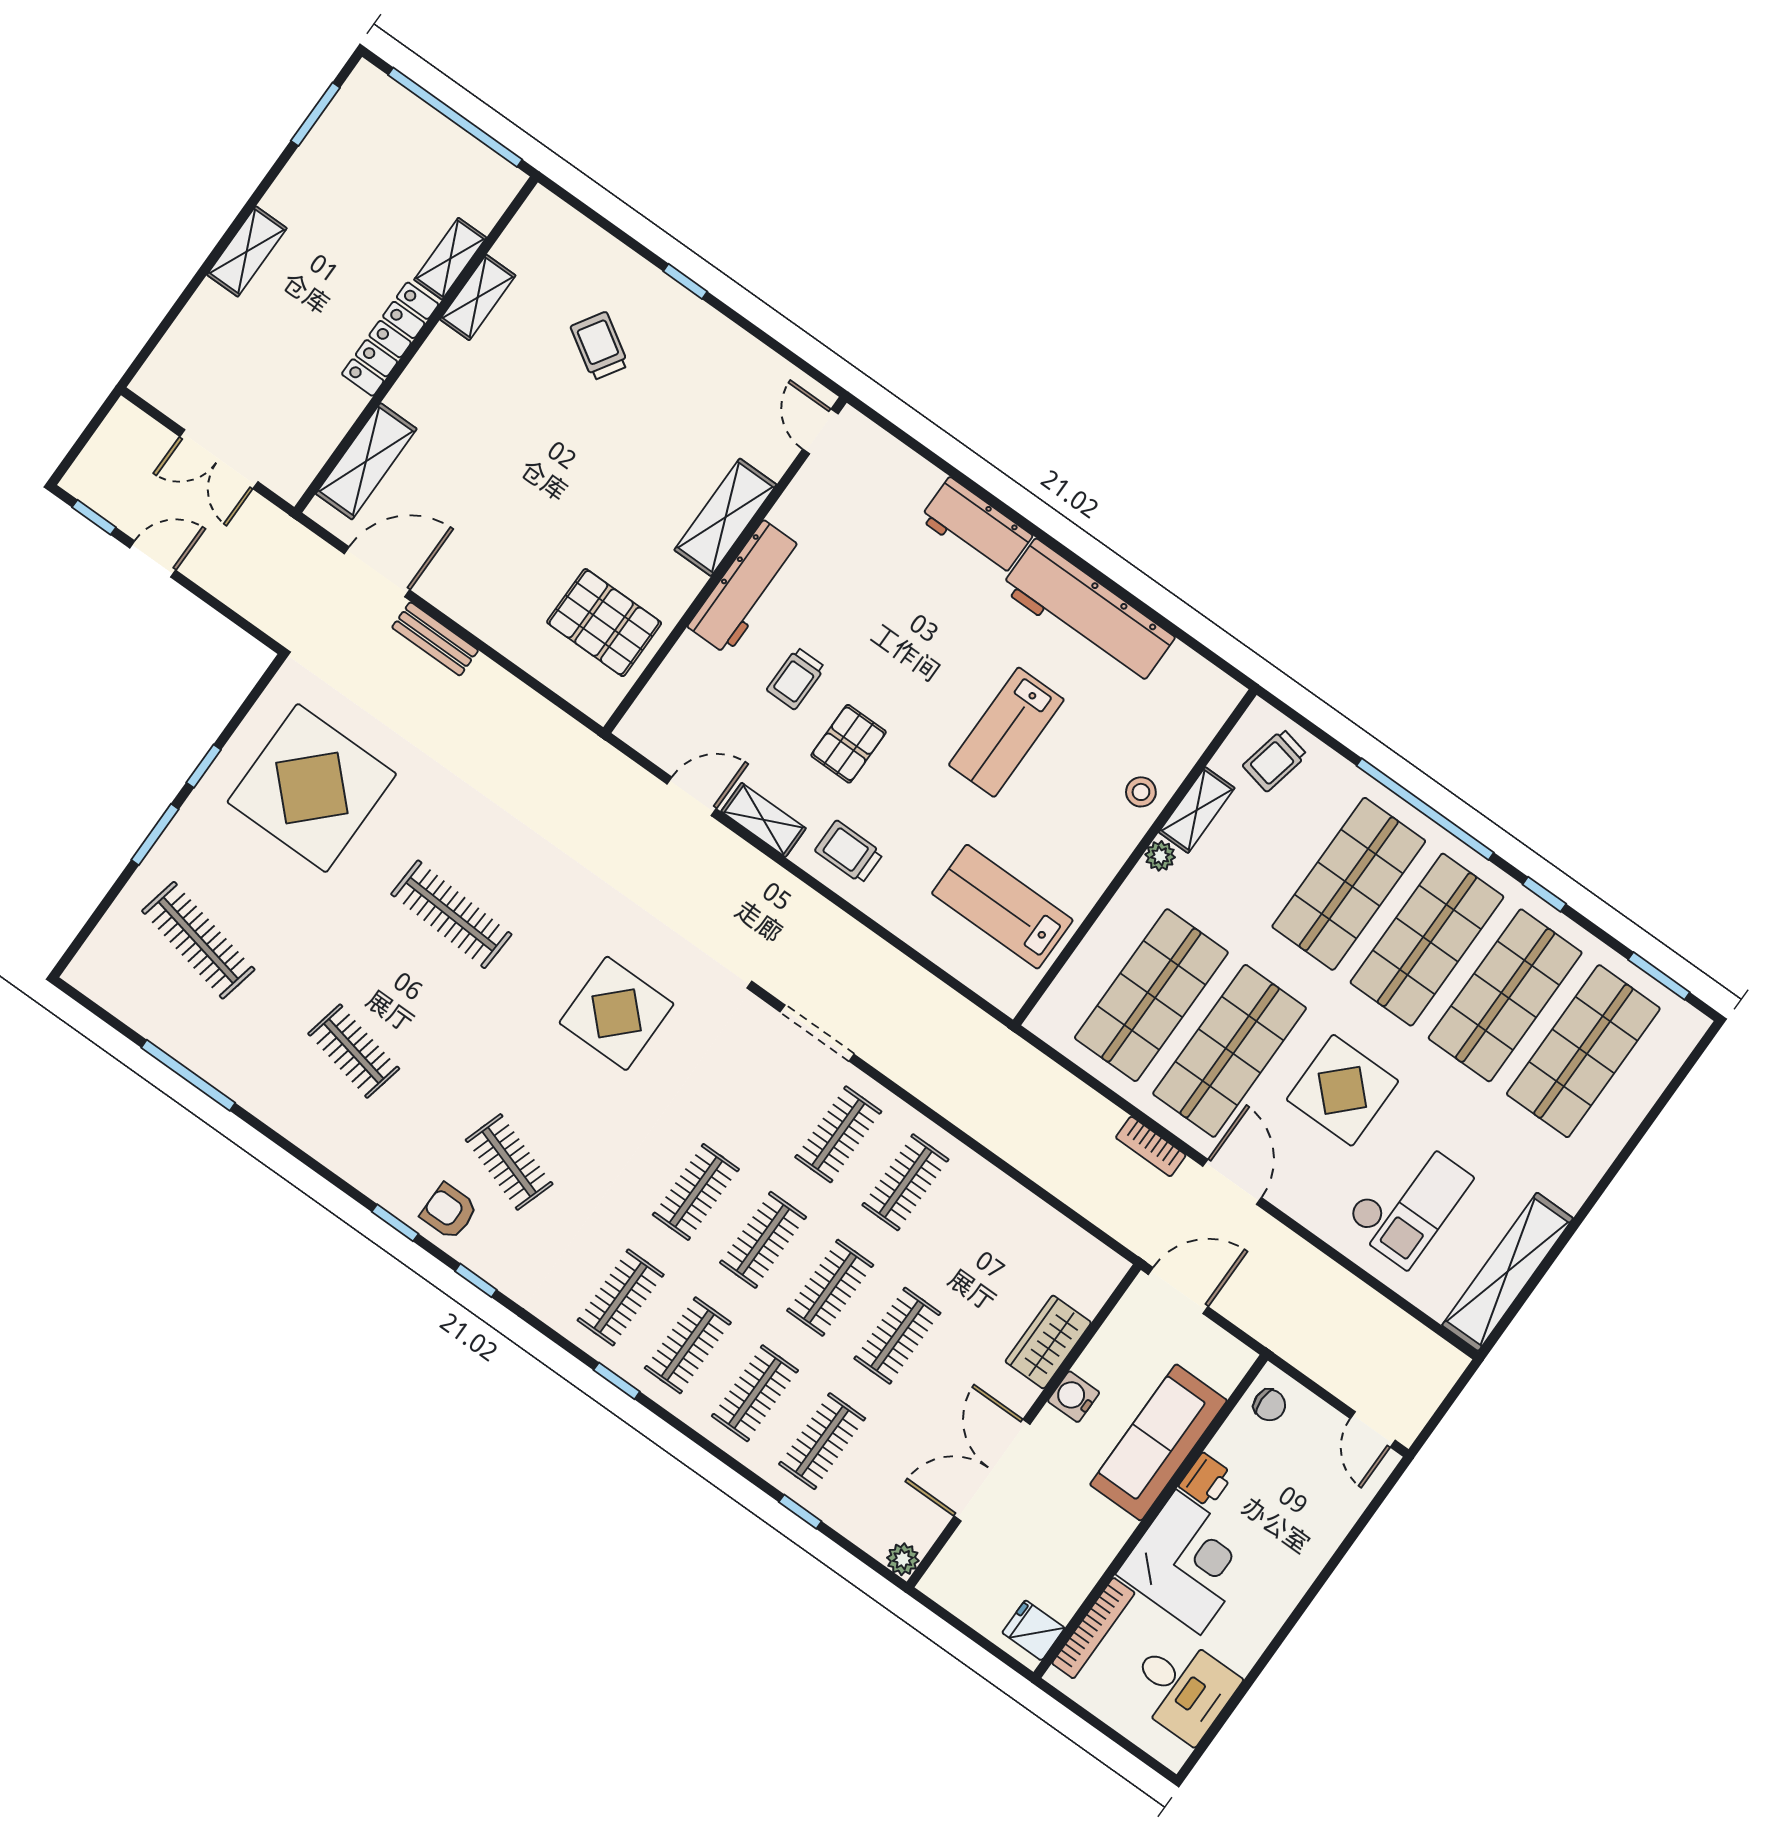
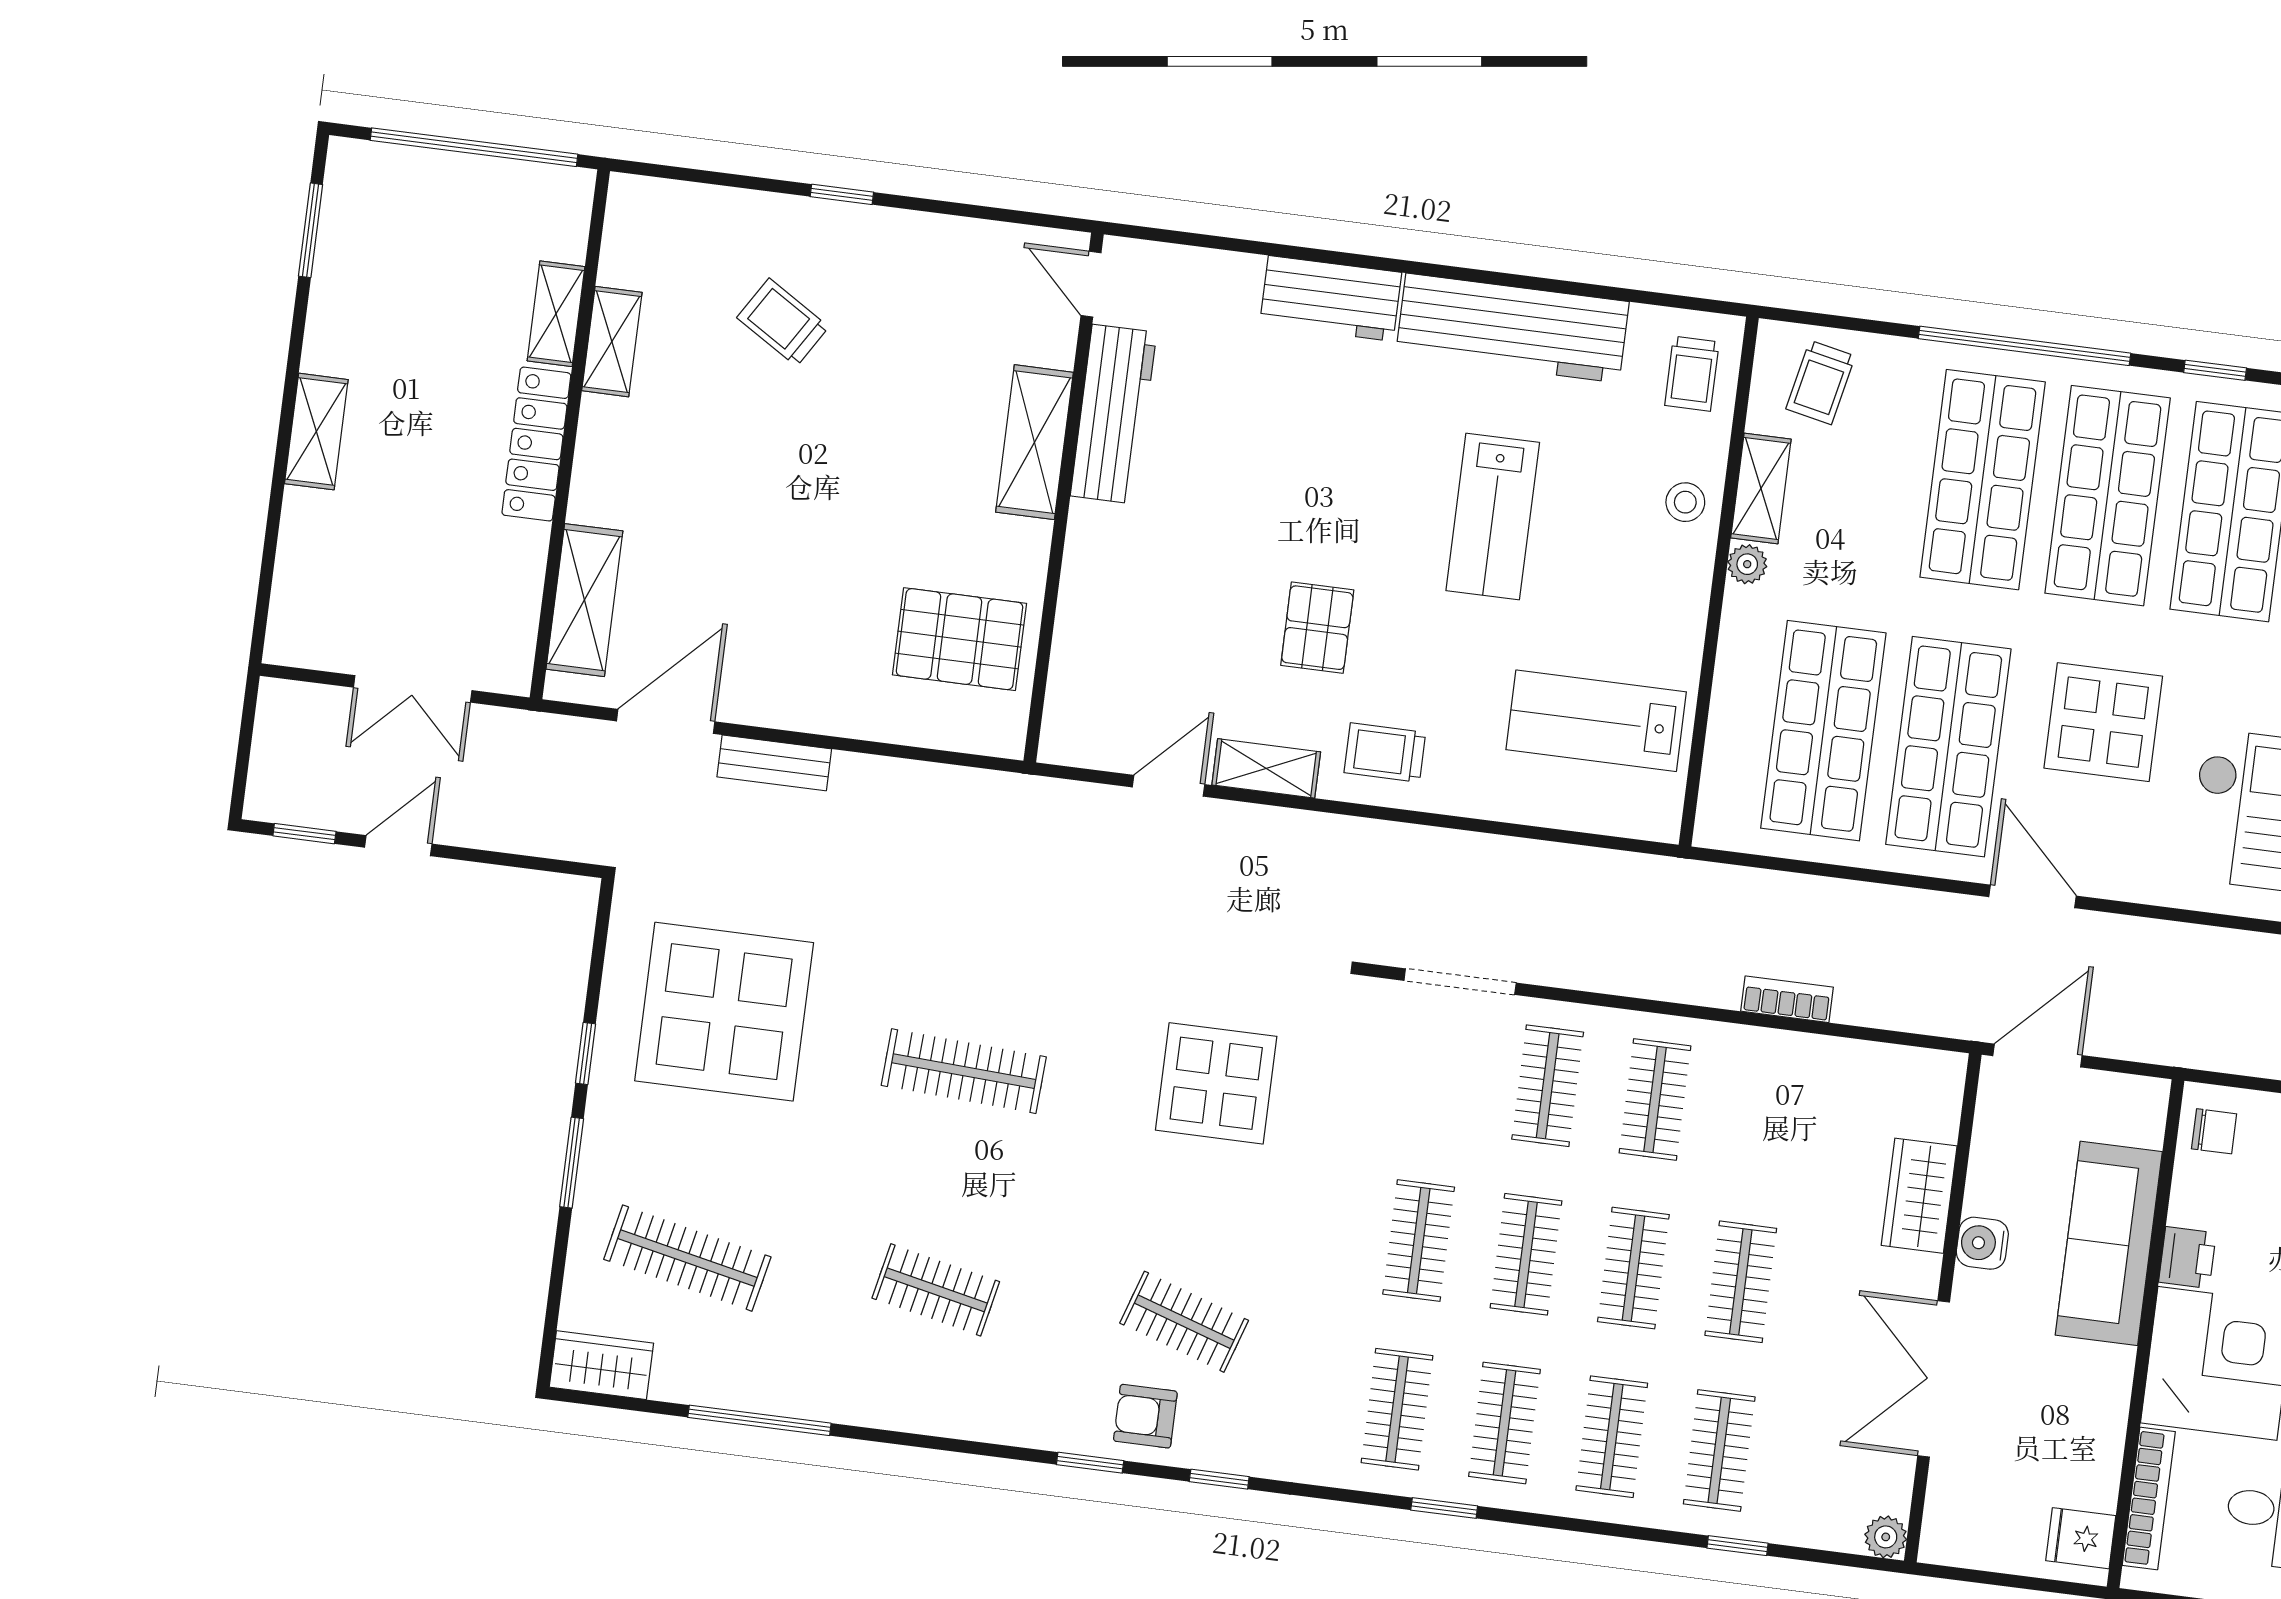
workbench: (745, 587) -> (1114, 414), moved
trolley: (796, 678) -> (1692, 374), moved
wardrobe: (102, 981) -> (601, 1365), added
bookcase: (1151, 1146) -> (1787, 999), moved, turned 180

